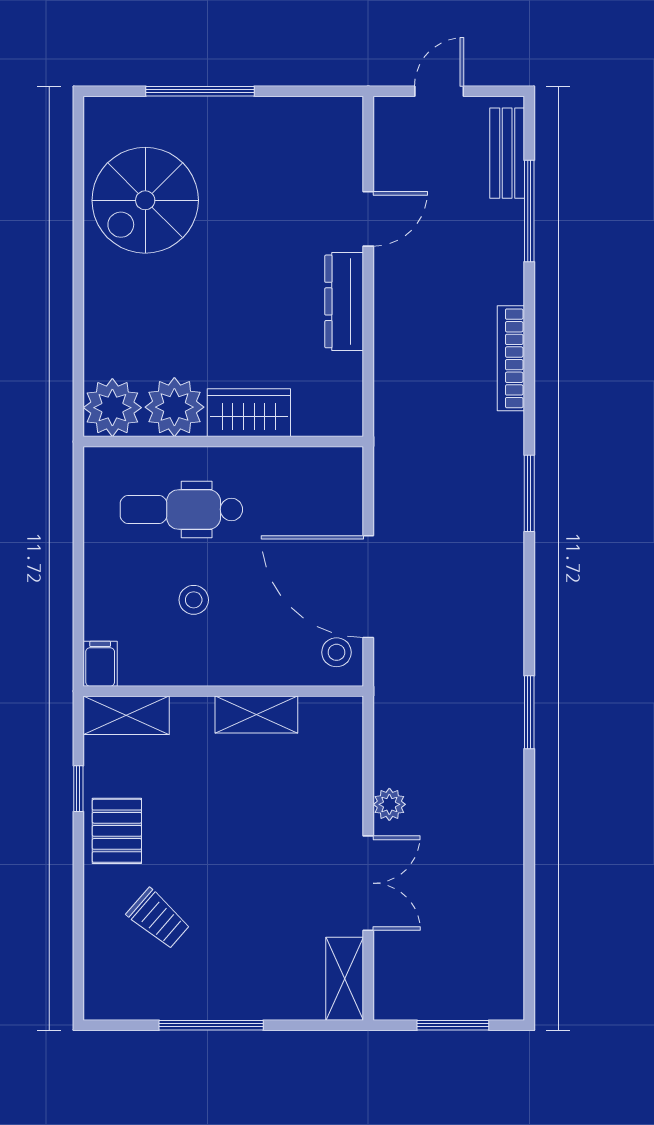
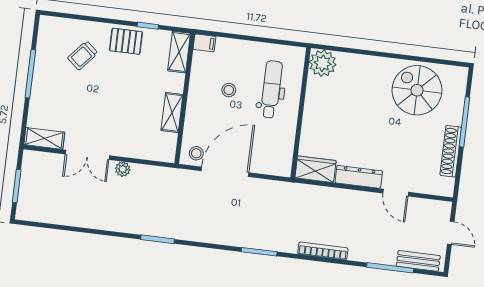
shoe rack: (266, 113) -> (451, 151), added
plant: (174, 407) -> (319, 92), removed
wardrobe: (249, 413) -> (315, 169), moved, turned -90

